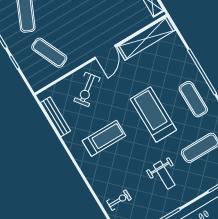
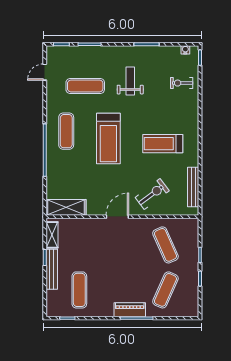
shelving: (146, 38) -> (66, 207), width x0.68

